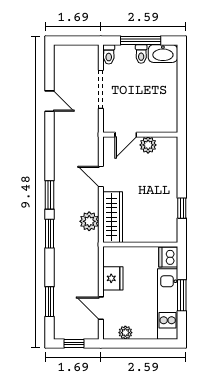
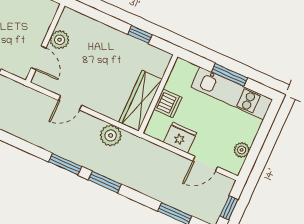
wardrobe: (113, 217) -> (140, 101), moved, turned -90
dishwasher: (168, 257) -> (168, 103), moved, turned -90

